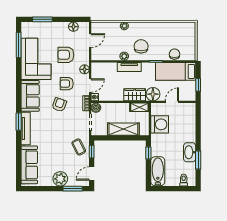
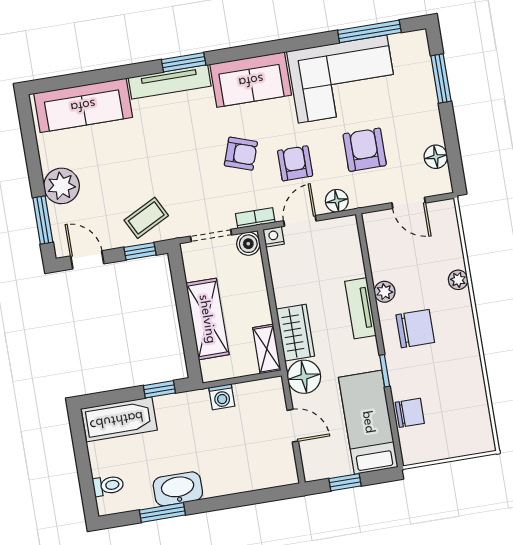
door: (90, 85) -> (300, 221), swing flipped
washing machine: (160, 124) -> (222, 397), width x0.53, depth x0.53

